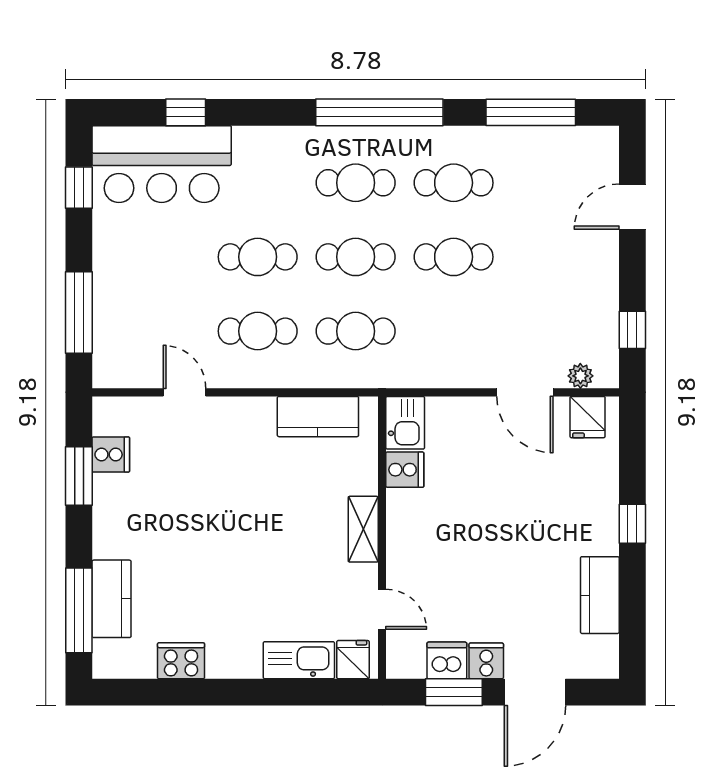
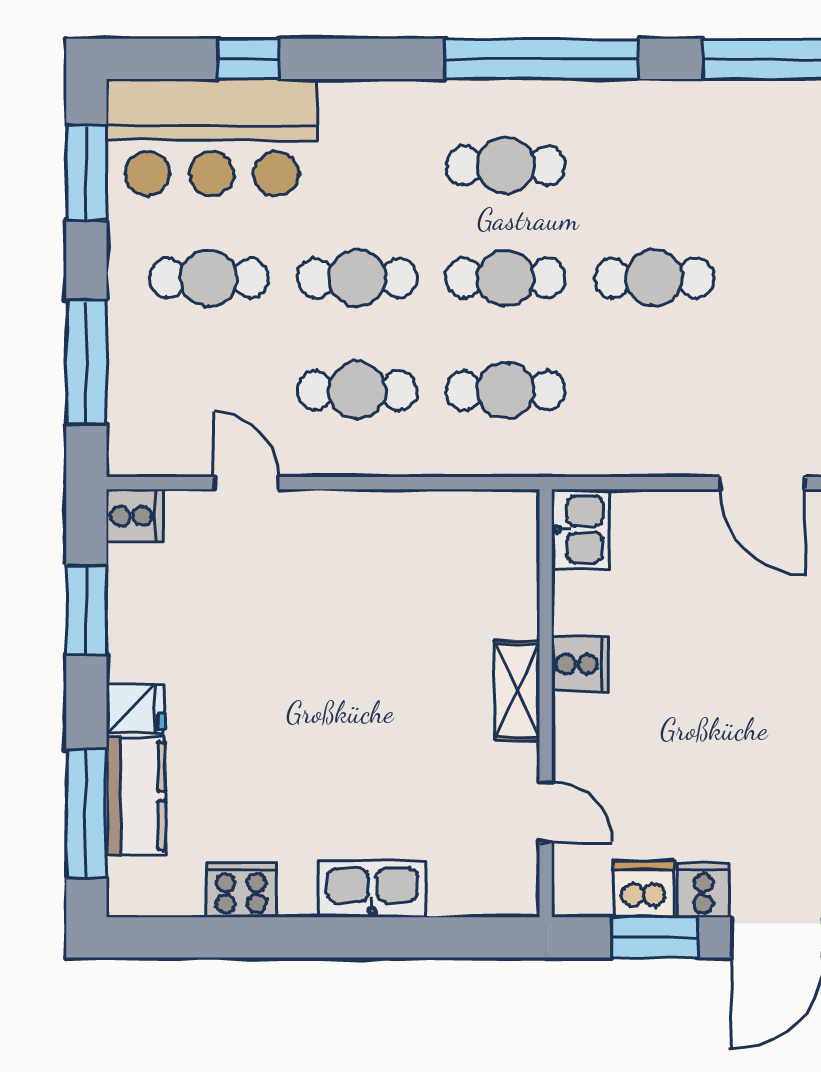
cafe table: (454, 183) -> (209, 278), moved
window: (79, 188) -> (86, 173), width x1.50
kitchen counter: (318, 417) -> (449, 520), removed
cooker: (111, 455) -> (135, 516), moved
cooker: (405, 470) -> (580, 664), moved
kitchen sink: (299, 660) -> (372, 889), moved
fridge: (353, 660) -> (136, 709), moved, turned 90

